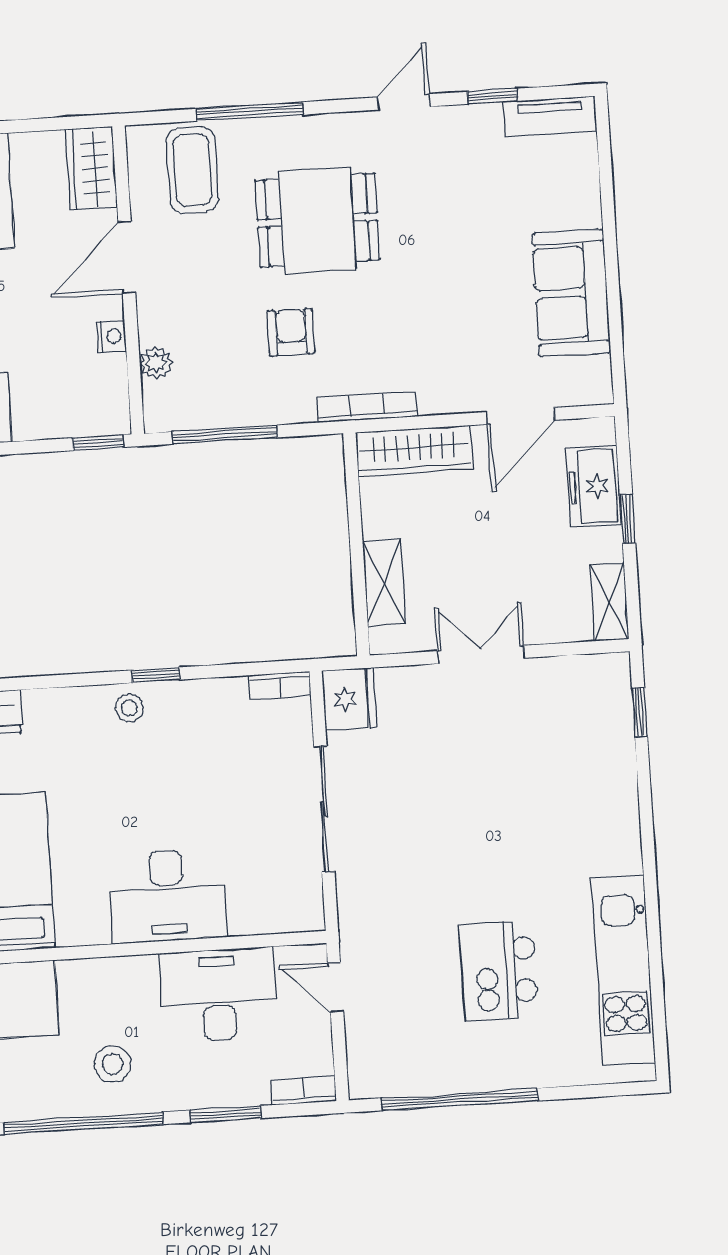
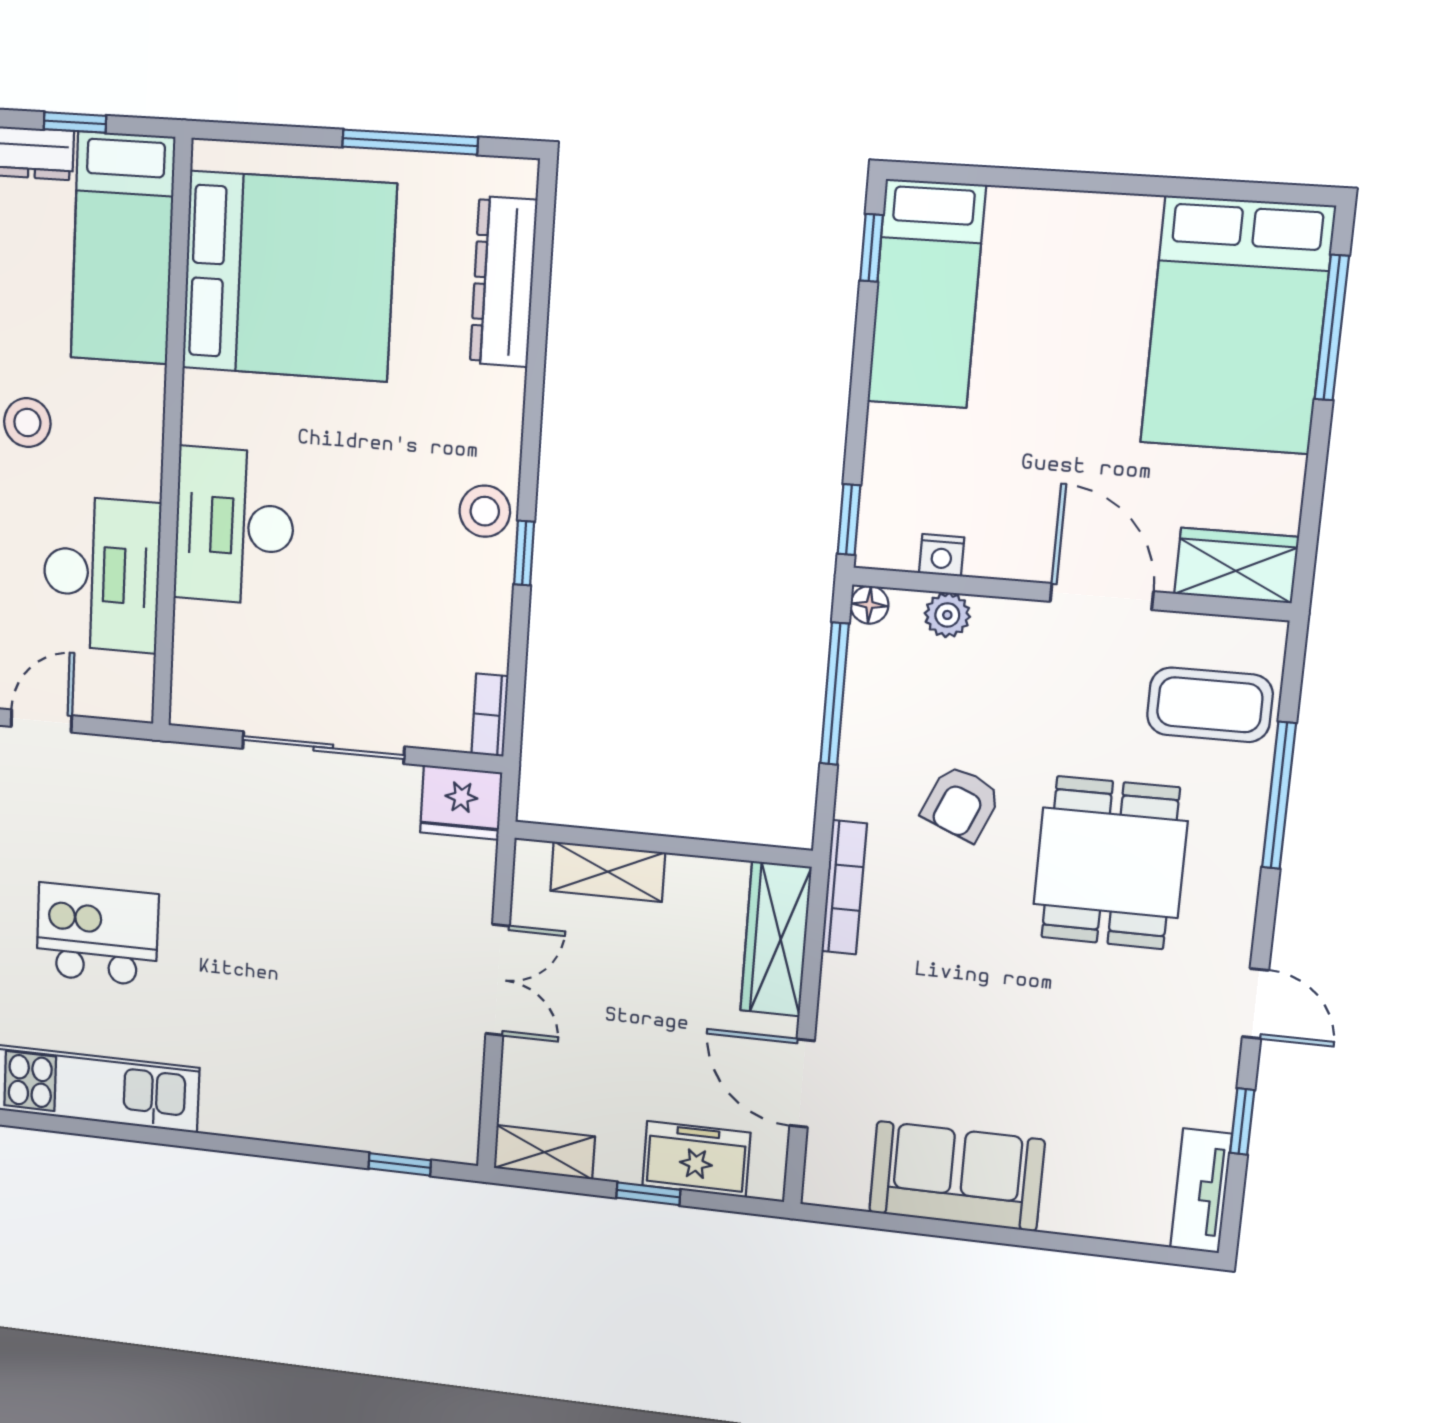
armchair: (291, 332) -> (961, 803), turned 113
nightstand: (111, 336) -> (942, 555), moved
floor lamp: (157, 419) -> (869, 605), added
stool: (129, 708) -> (485, 511), width x1.37, depth x1.37
door: (335, 987) -> (41, 721), moved

